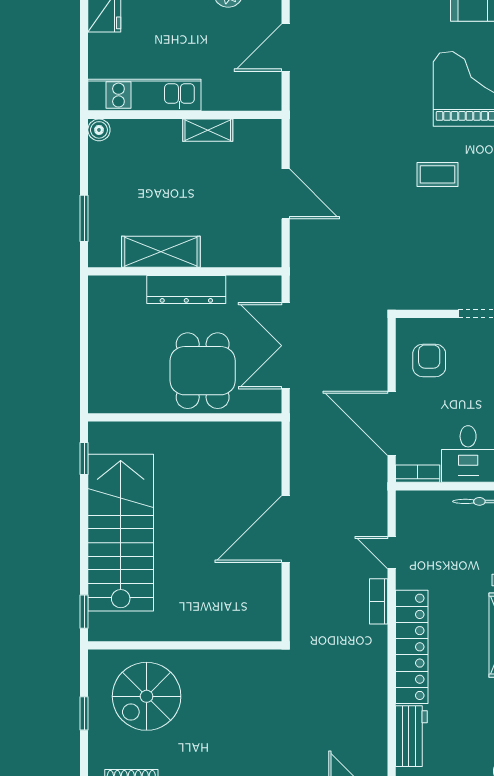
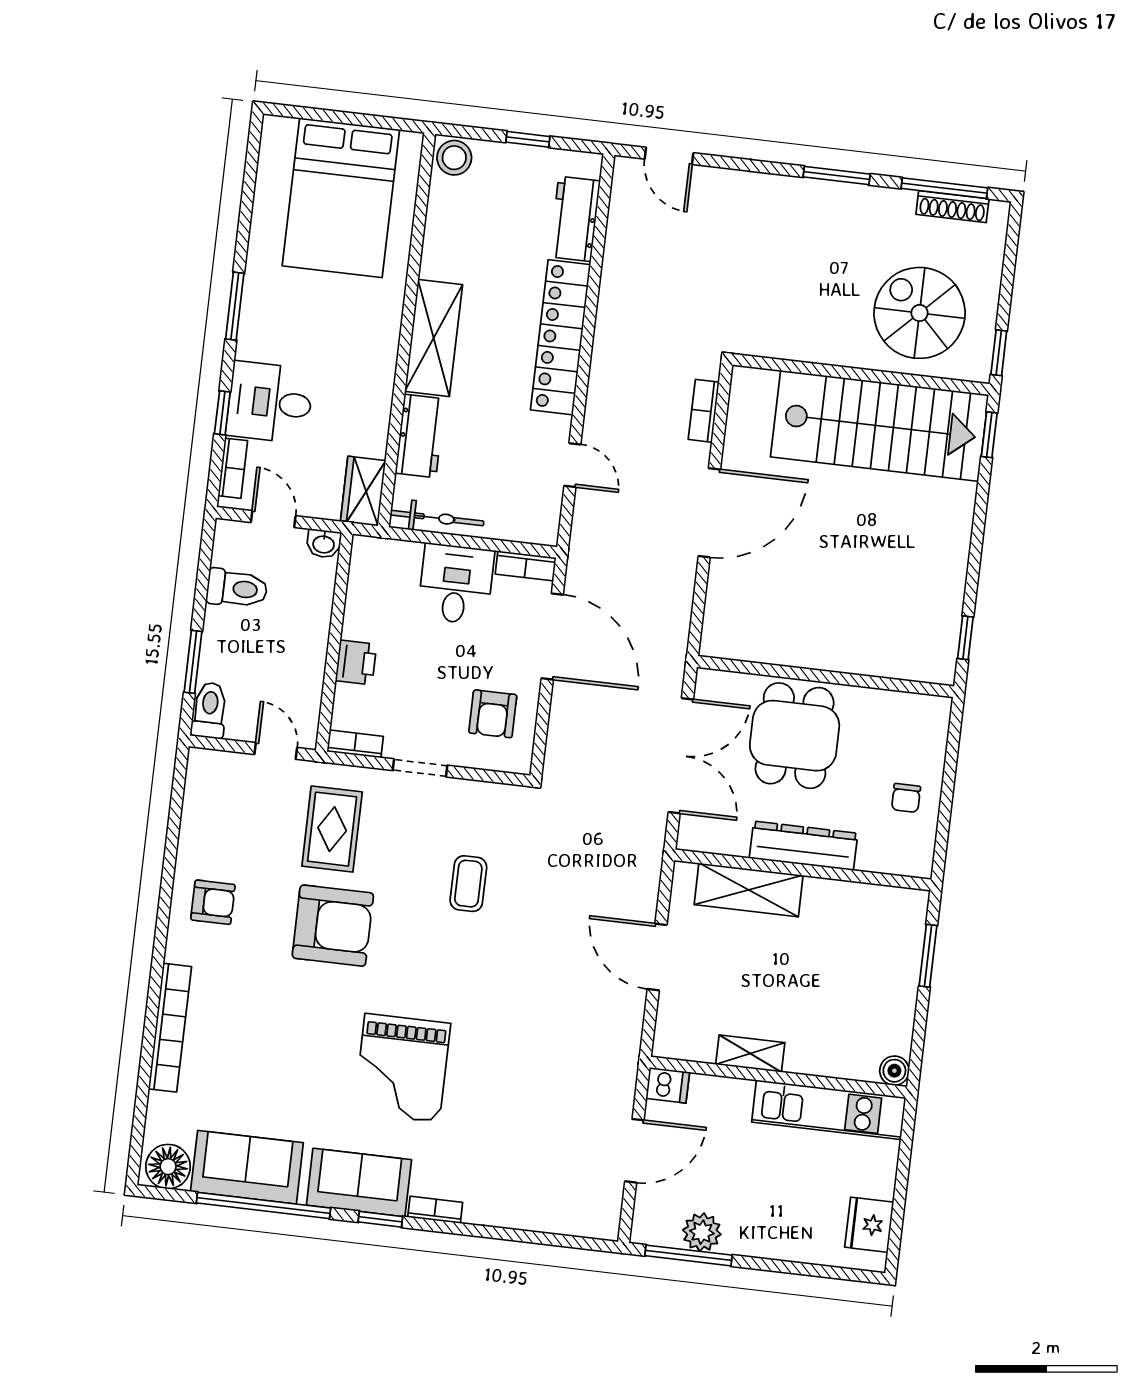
dishwasher: (266, 99) -> (668, 1085), added
coffee table: (438, 174) -> (468, 884), moved, turned 90
shelving: (161, 252) -> (749, 890), moved
chair: (114, 334) -> (906, 798), added
stairs: (121, 533) -> (880, 426), moved, turned -90
bookcase: (379, 601) -> (704, 411), moved, turned 180
spiral stairs: (147, 696) -> (920, 313), turned -90
window: (84, 713) -> (999, 353), moved

